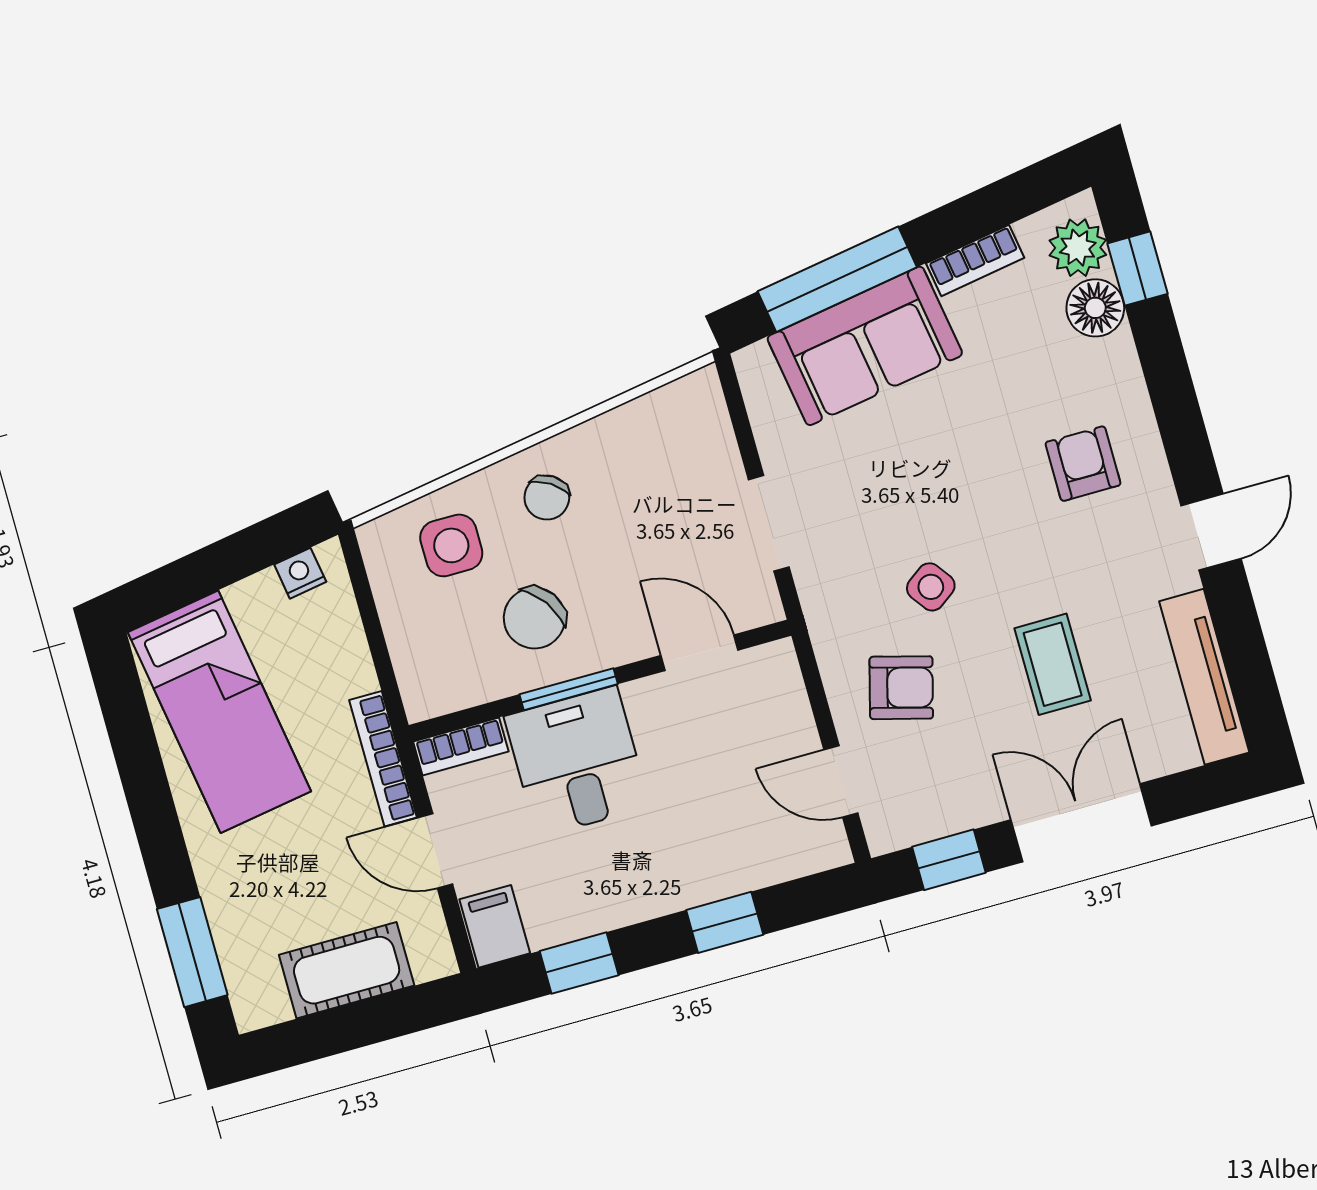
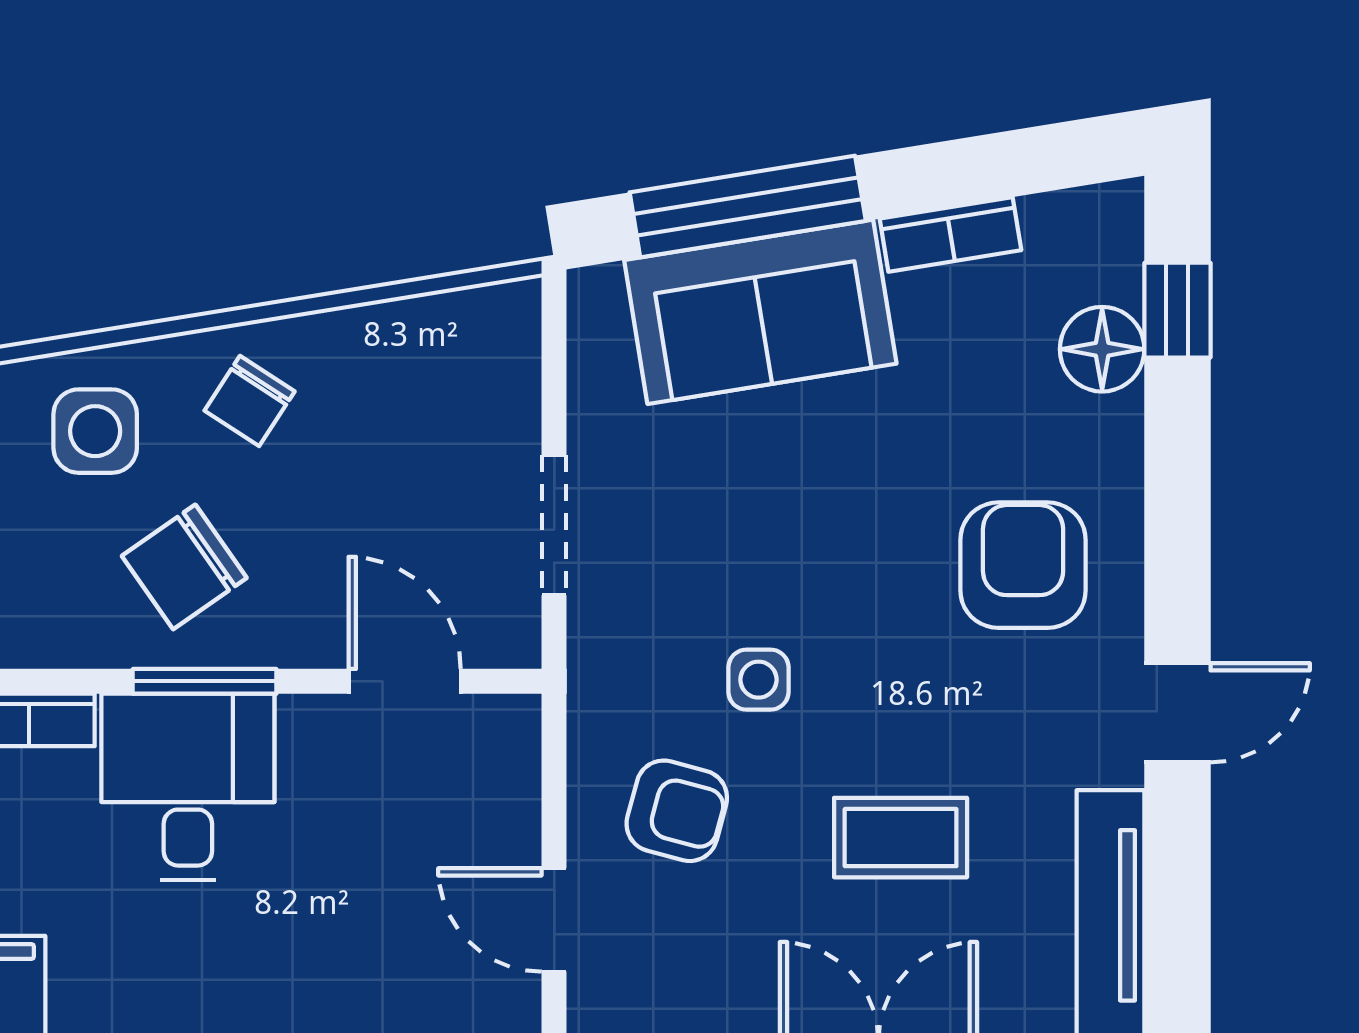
plant: (1078, 248) -> (1101, 257), removed
armchair: (1083, 464) -> (1023, 565), width x1.38, depth x1.38
side table: (931, 587) -> (758, 680), turned 36
coffee table: (1053, 664) -> (901, 838), turned 90

